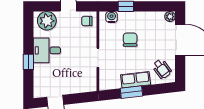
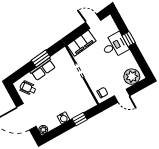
water cooler: (112, 17) -> (63, 118), moved
chair: (130, 40) -> (63, 97), removed
desk: (47, 50) -> (115, 46), moved
filing cabinet: (80, 85) -> (81, 43), added

